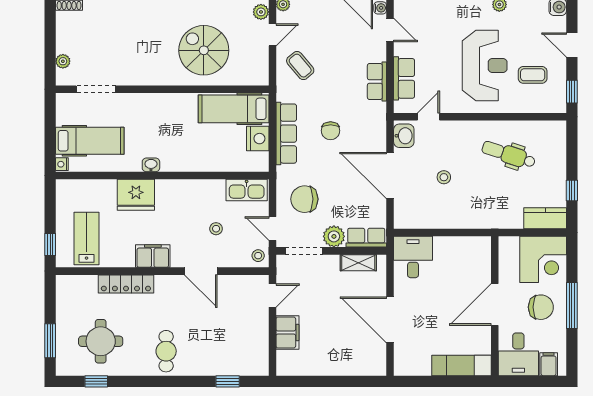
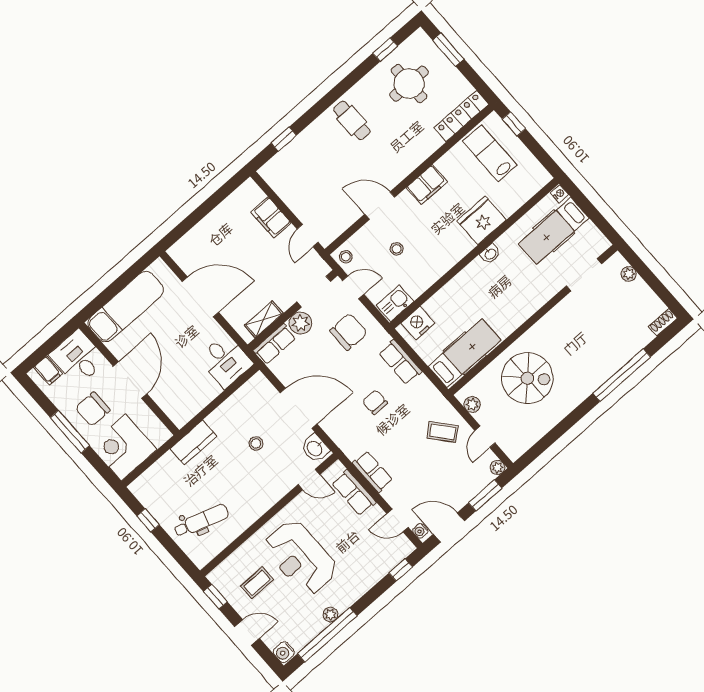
plant: (261, 12) -> (472, 404), moved
door: (428, 117) -> (309, 480), hinge flipped
row of seats: (286, 134) -> (400, 362), width x0.68
nightstand: (258, 139) -> (418, 323), moved, turned 90
dental chair: (509, 155) -> (201, 521), moved
kitchen sink: (247, 190) -> (395, 303), width x0.73
kitchen counter: (545, 218) -> (193, 443), moved
lab bench: (87, 239) -> (490, 153), turned 180
locker: (126, 284) -> (461, 116), moved
exam couch: (461, 365) -> (126, 307), width x1.36, depth x1.45

